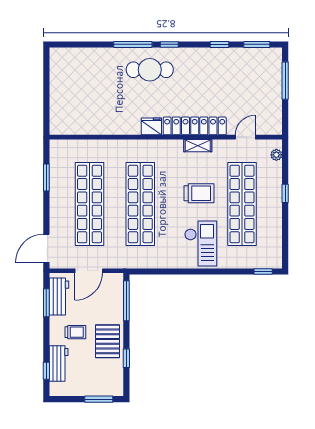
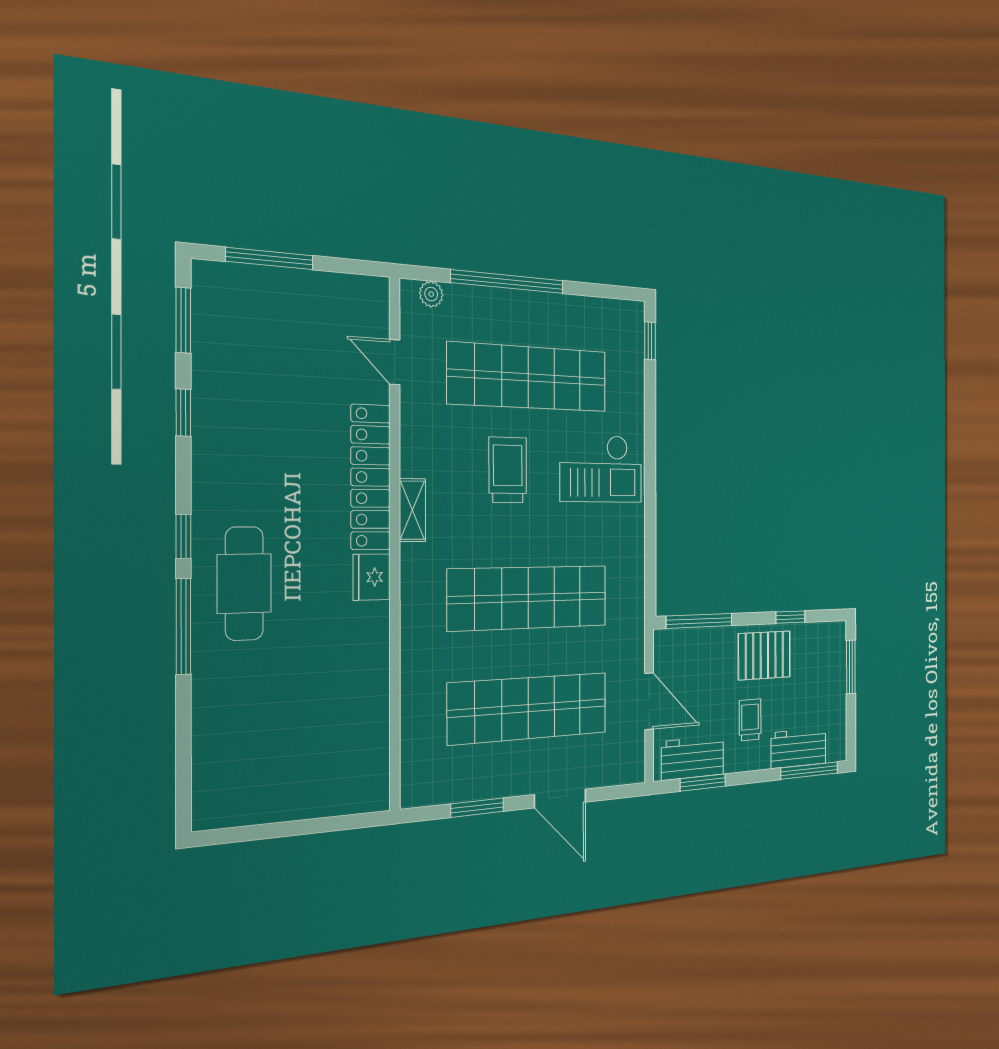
shelving: (198, 146) -> (412, 510), moved
window: (285, 193) -> (508, 282), width x3.17
checkout: (201, 243) -> (601, 469), turned 180
door: (46, 248) -> (560, 798), moved
window: (46, 371) -> (809, 771), width x2.17

